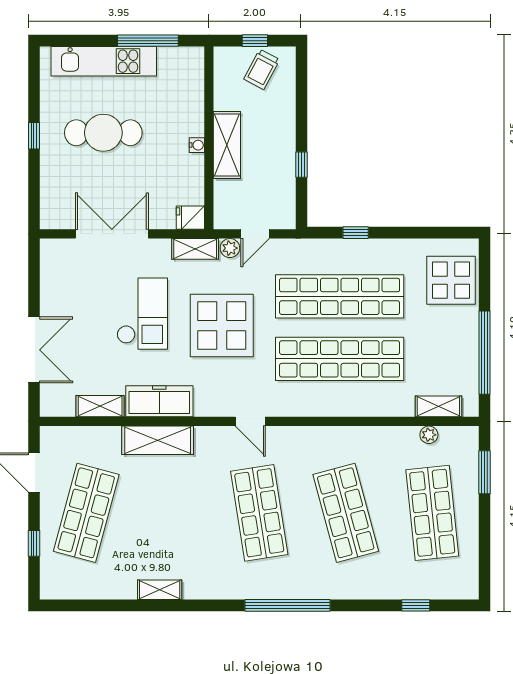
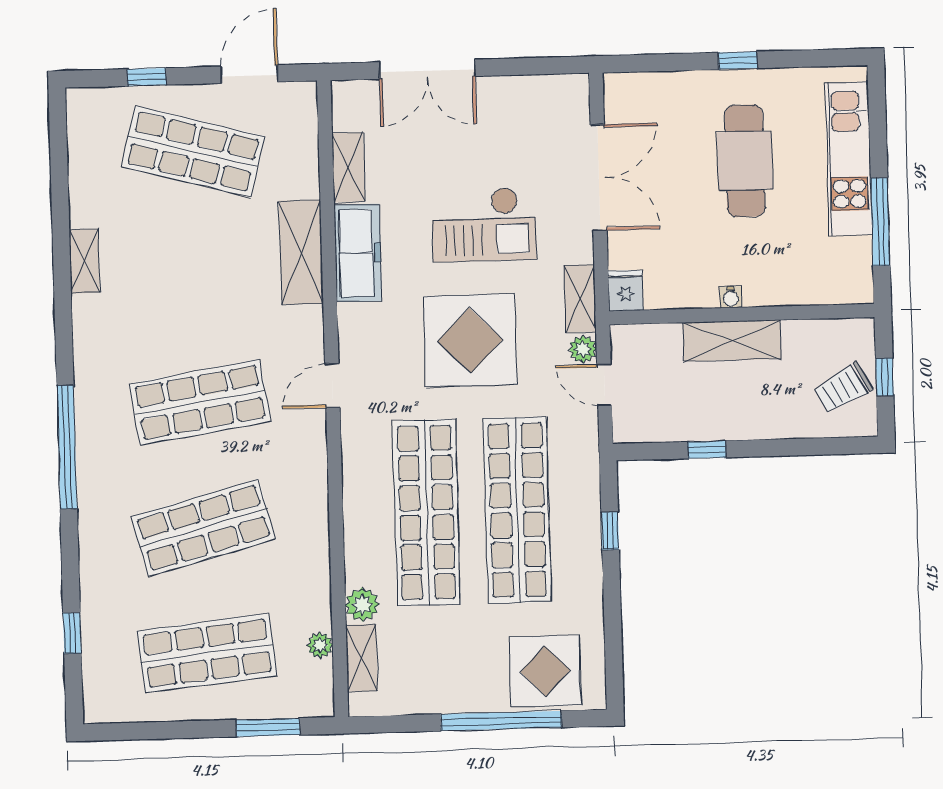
trolley: (262, 69) -> (843, 388), turned -57
window: (484, 353) -> (501, 721), moved
plant: (402, 405) -> (362, 605), added

